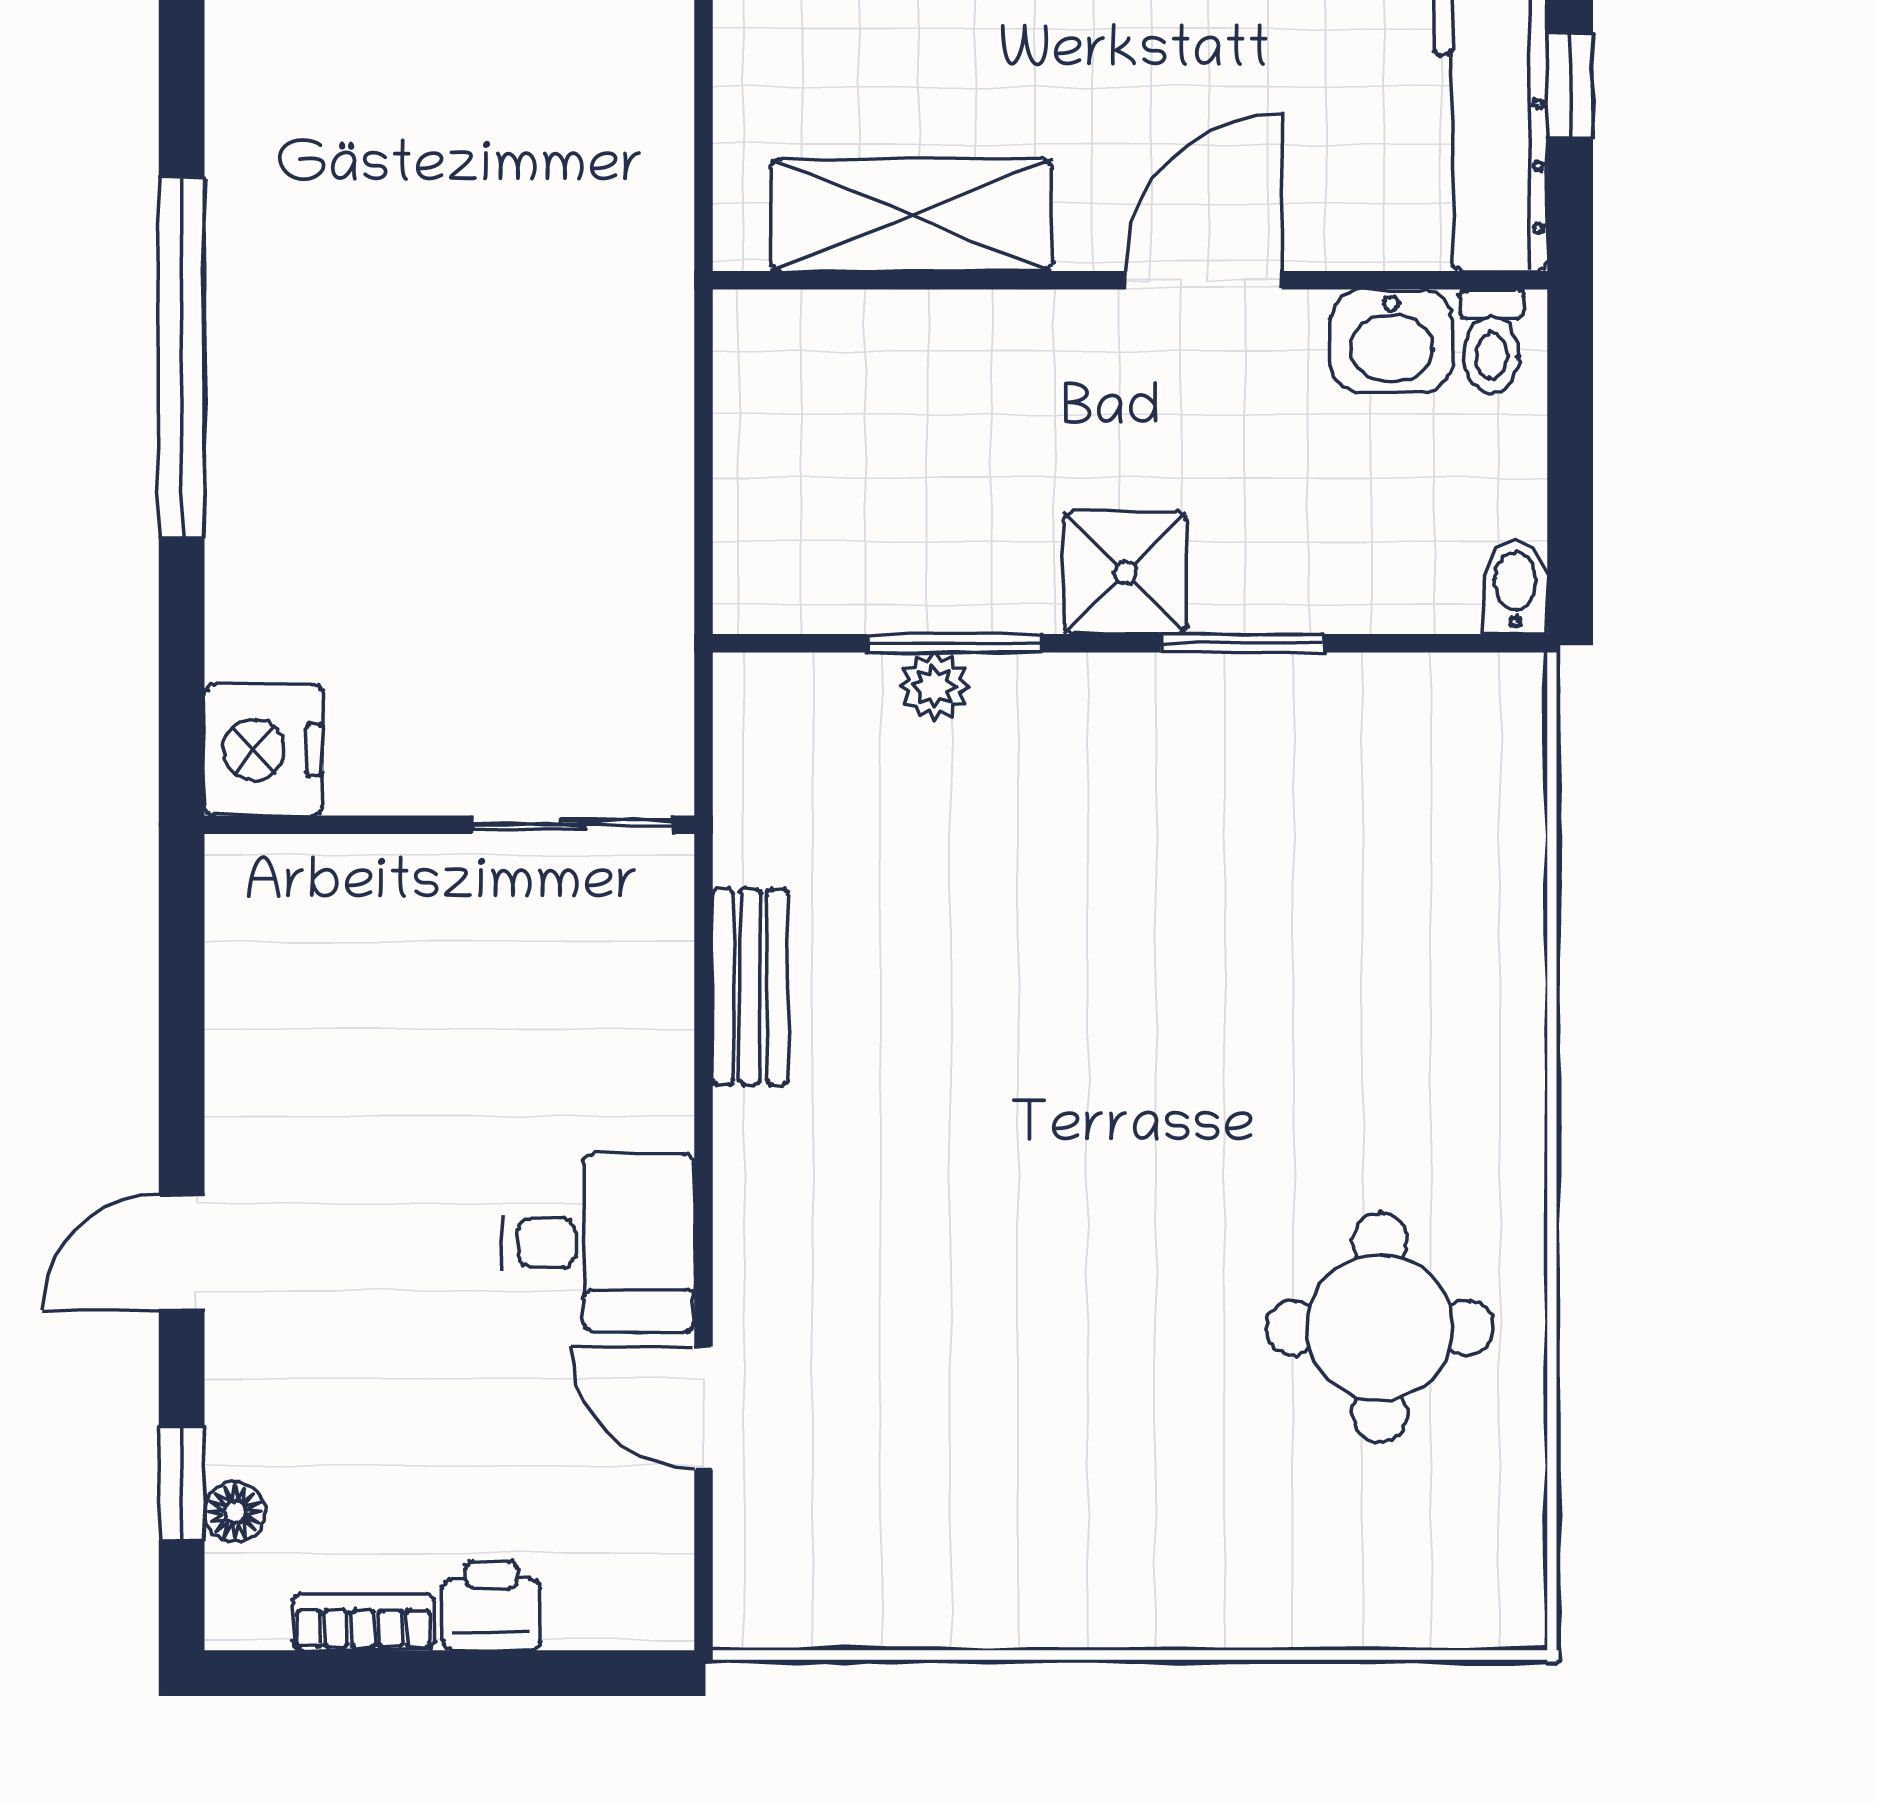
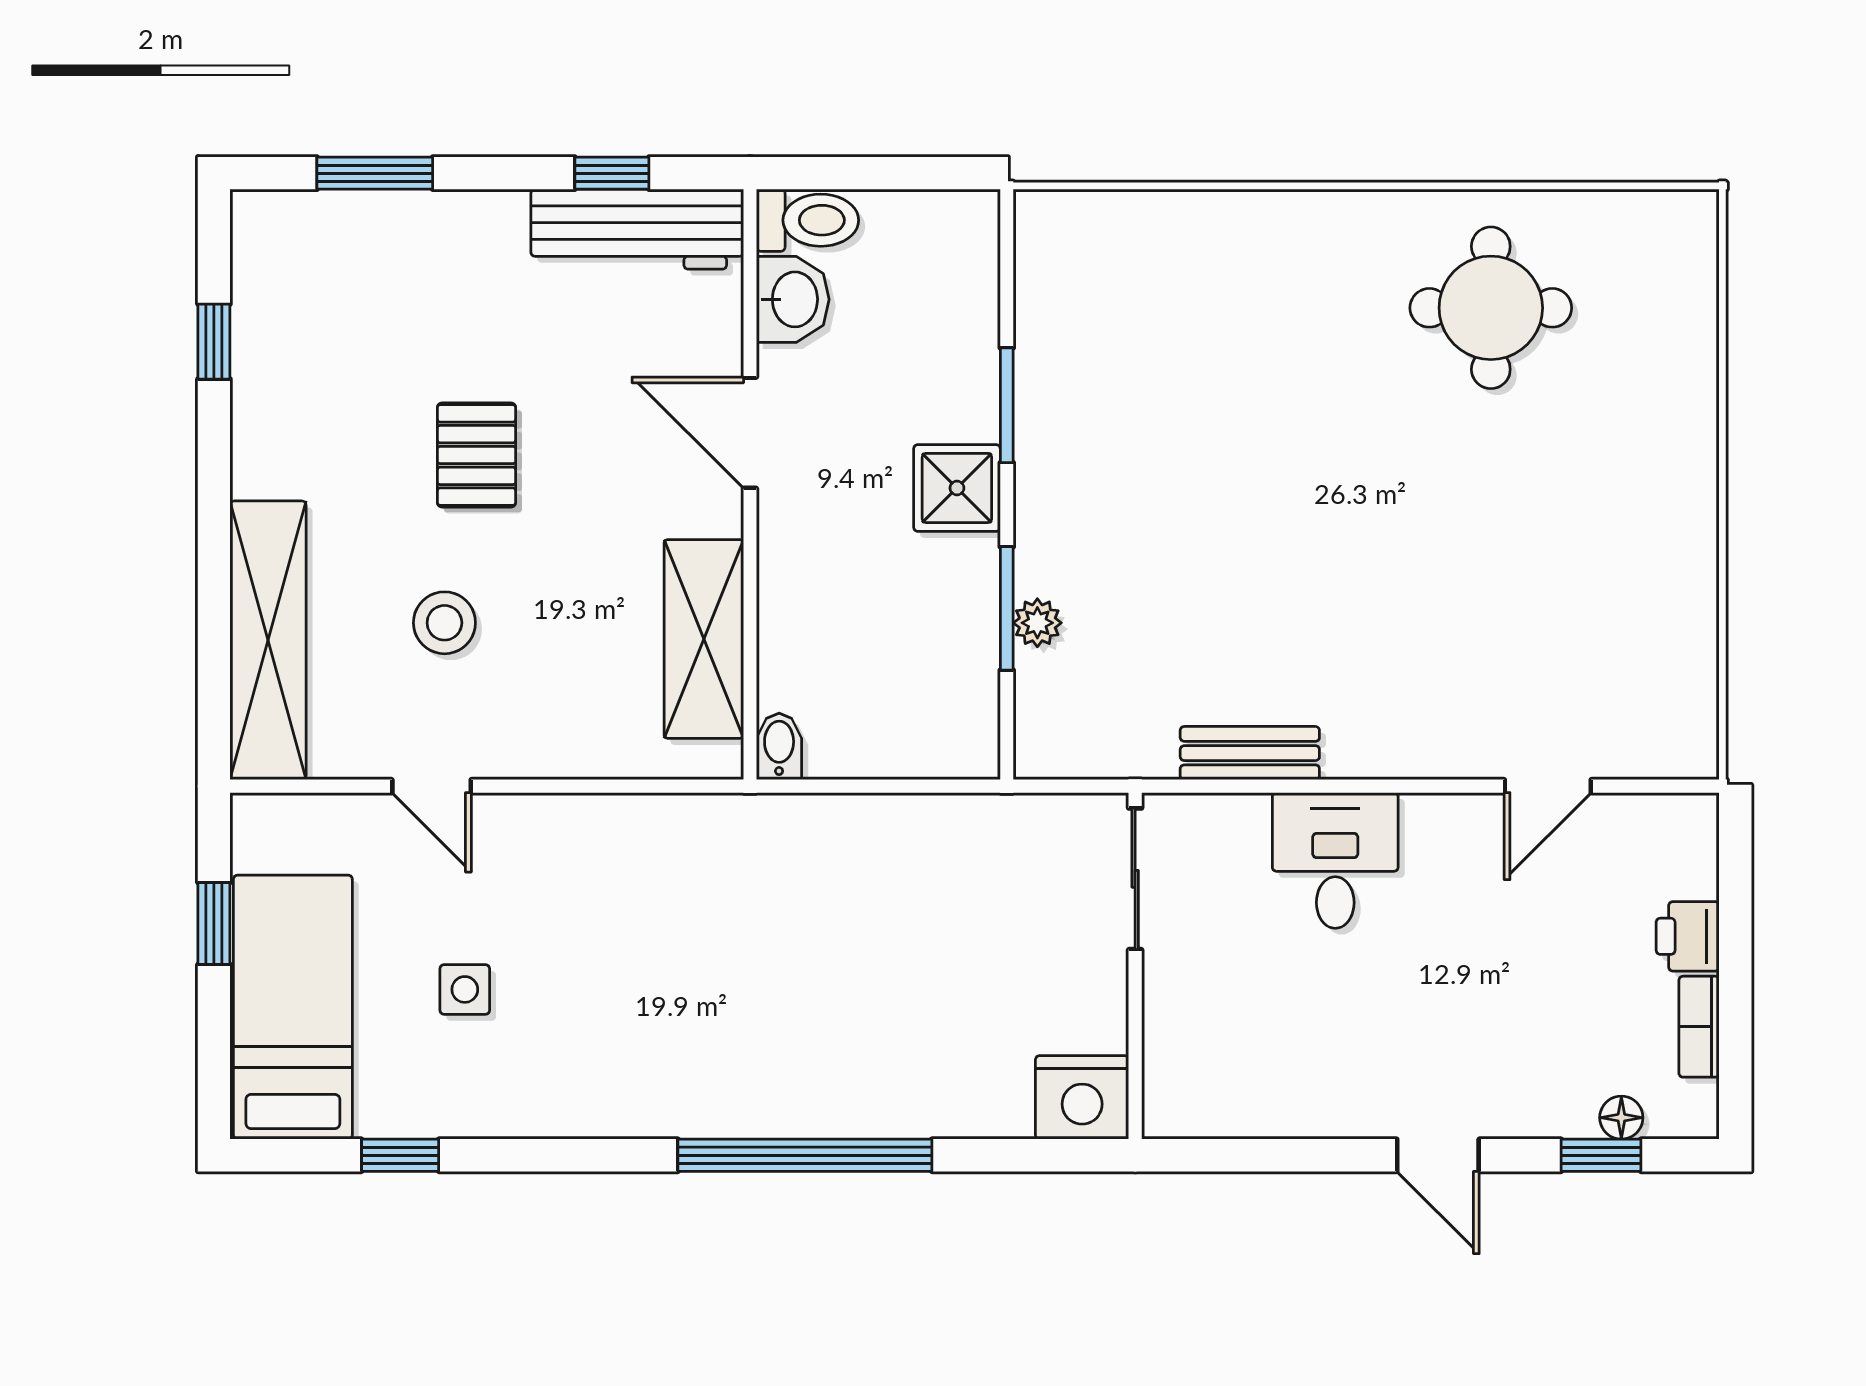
toilet: (1492, 341) -> (808, 220), width x1.37, depth x1.39
bidet: (1515, 587) -> (779, 746), moved, turned 90
desk: (598, 1243) -> (1335, 860), moved

